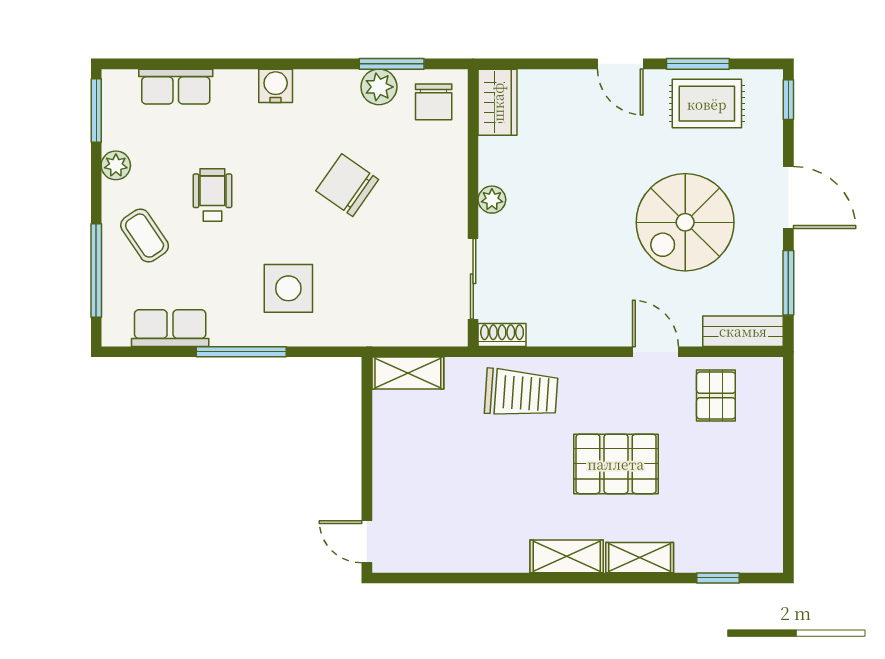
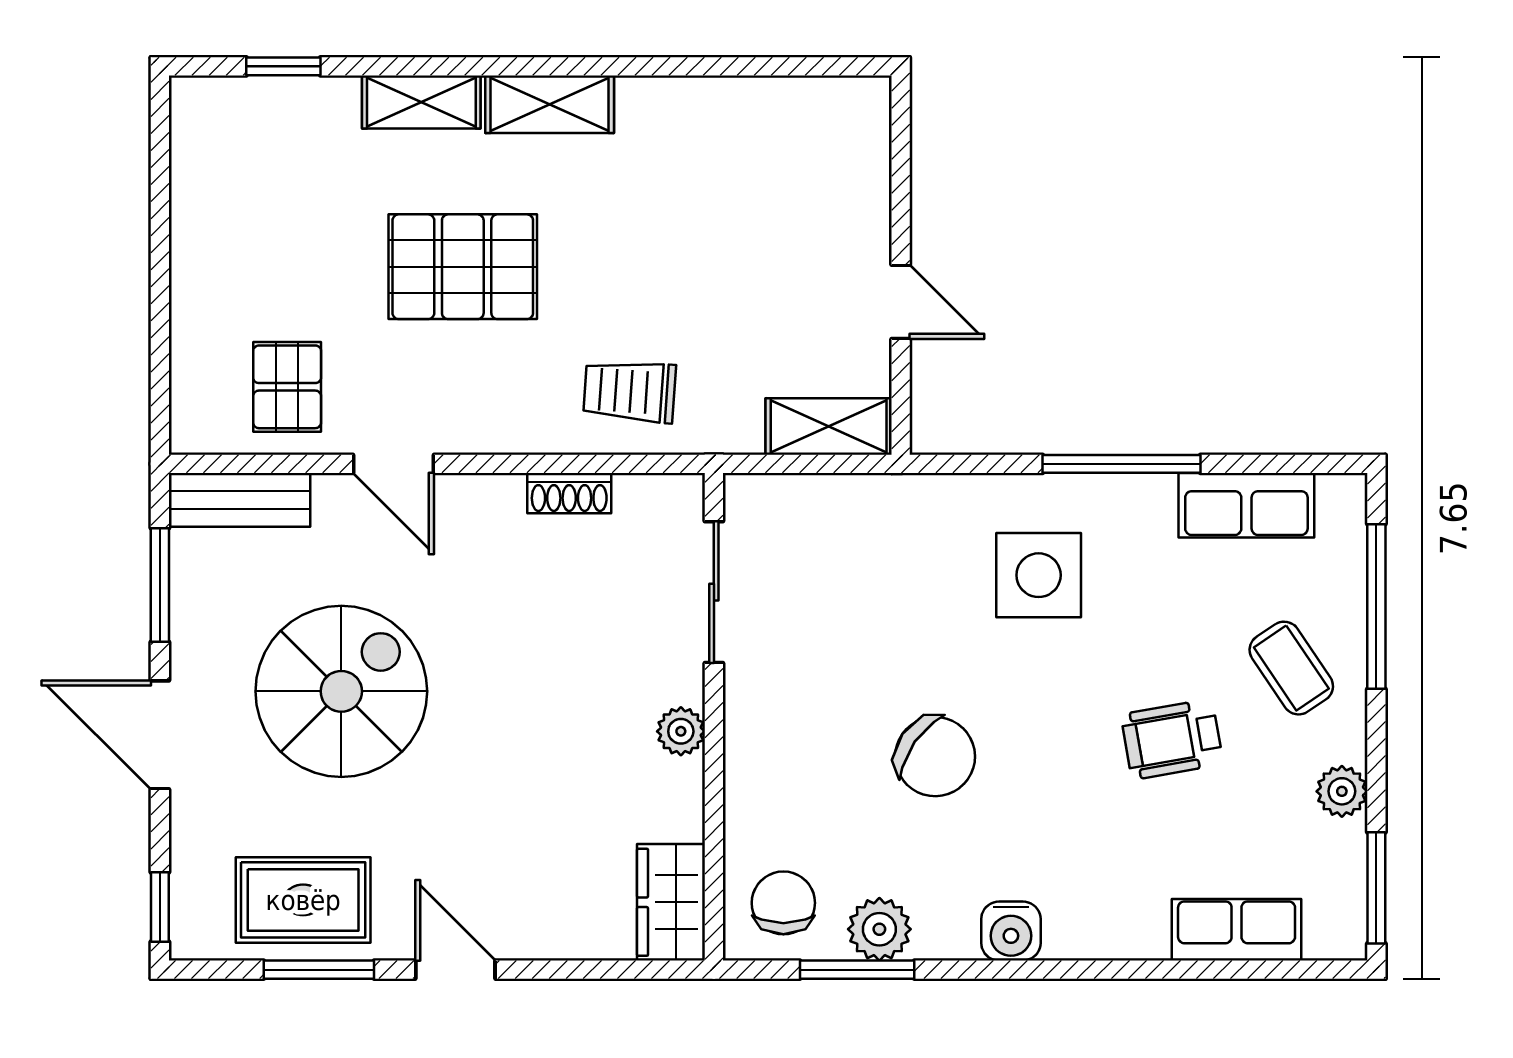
water cooler: (276, 86) -> (1011, 931), moved
wheelchair: (212, 195) -> (1172, 739), turned 80
shoe rack: (502, 335) -> (569, 493), moved
trolley: (521, 393) -> (630, 391), width x0.73, depth x0.72
door: (367, 542) -> (901, 302), moved

